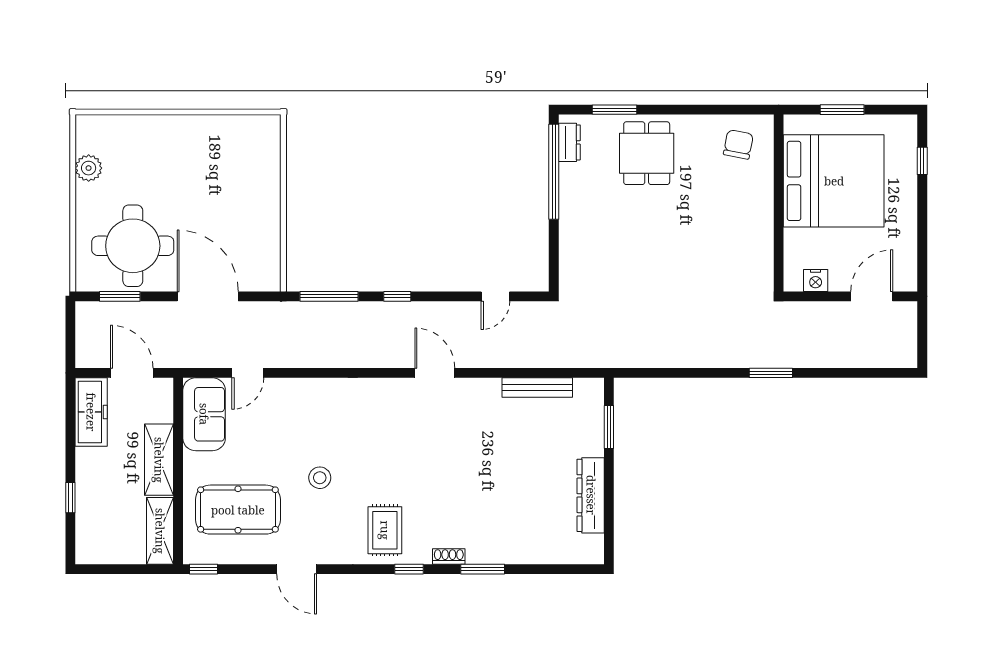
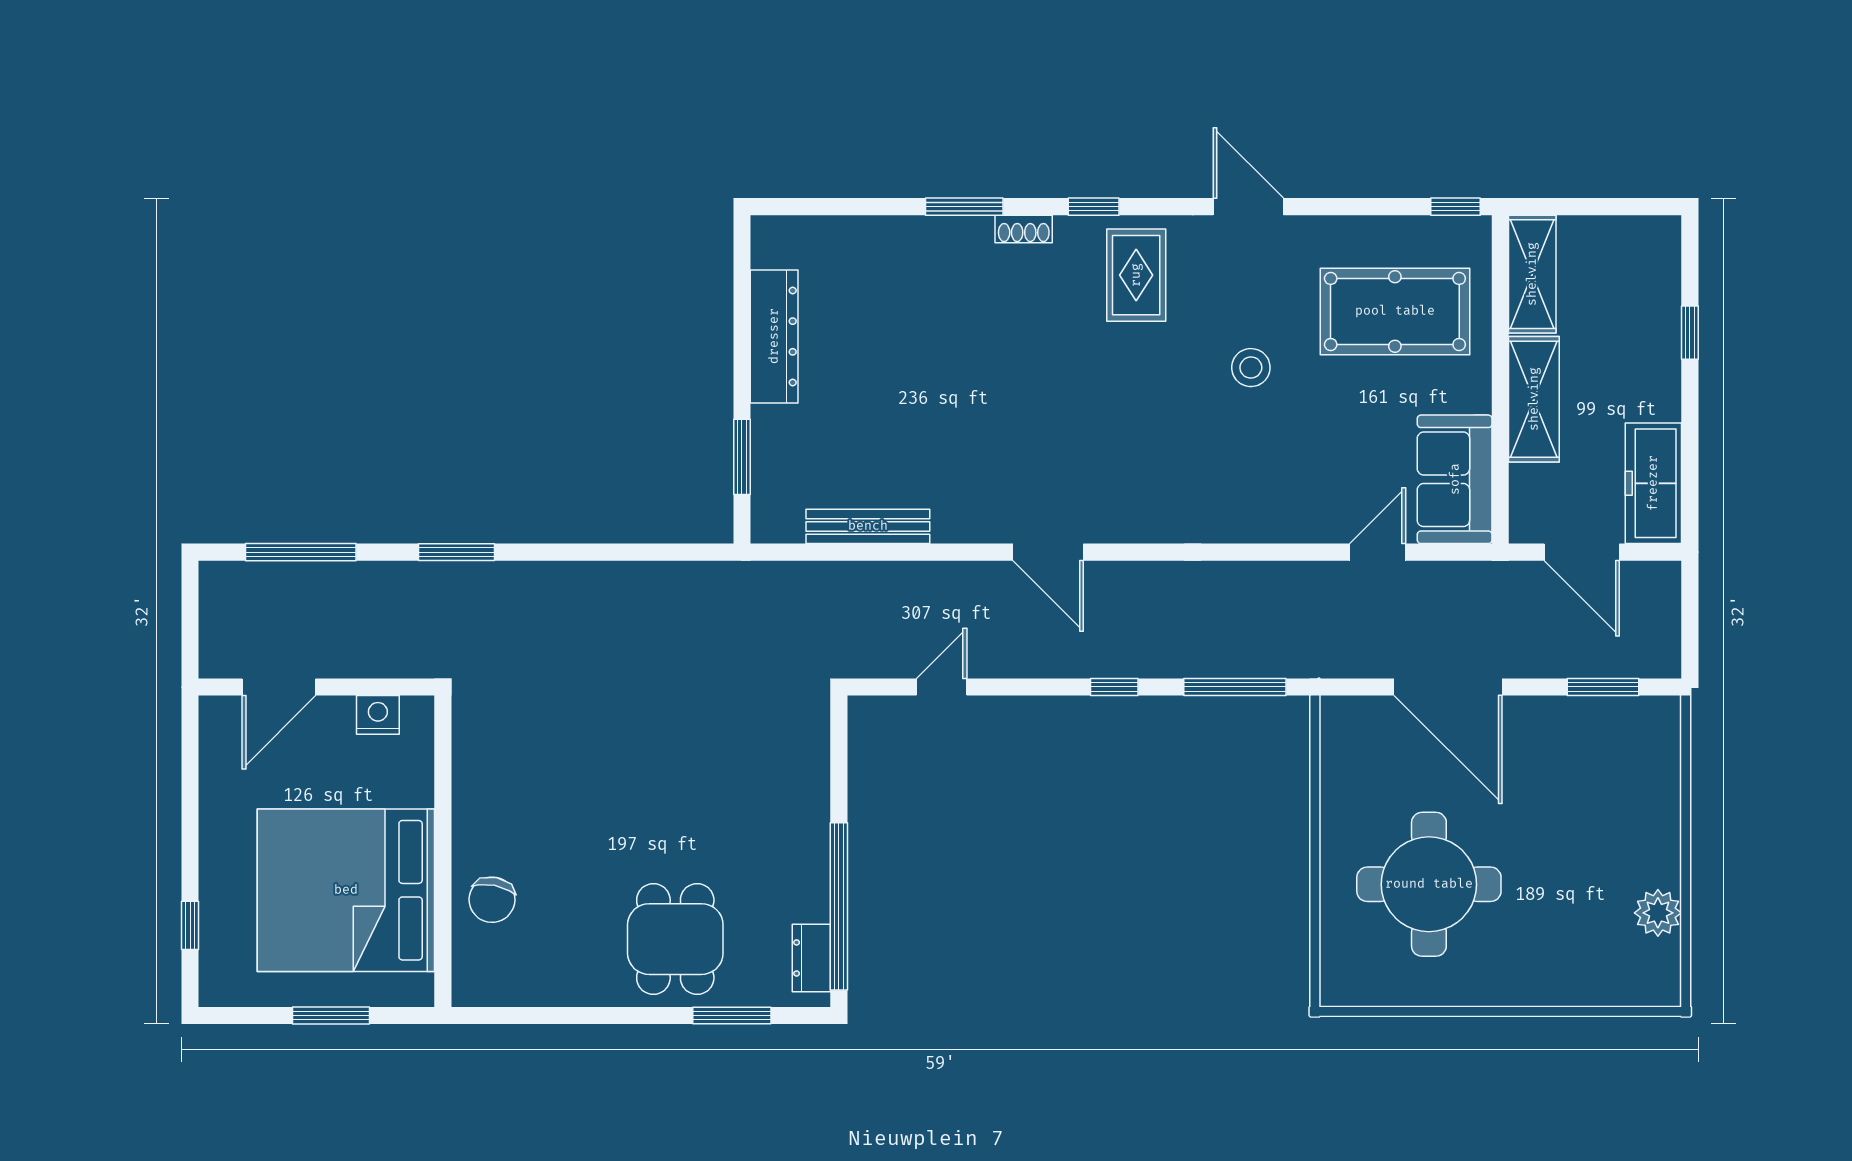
chair: (738, 144) -> (492, 900), moved
round table: (133, 246) -> (1429, 884), moved
window: (859, 373) -> (301, 552), added
door: (297, 569) -> (1248, 207), moved

